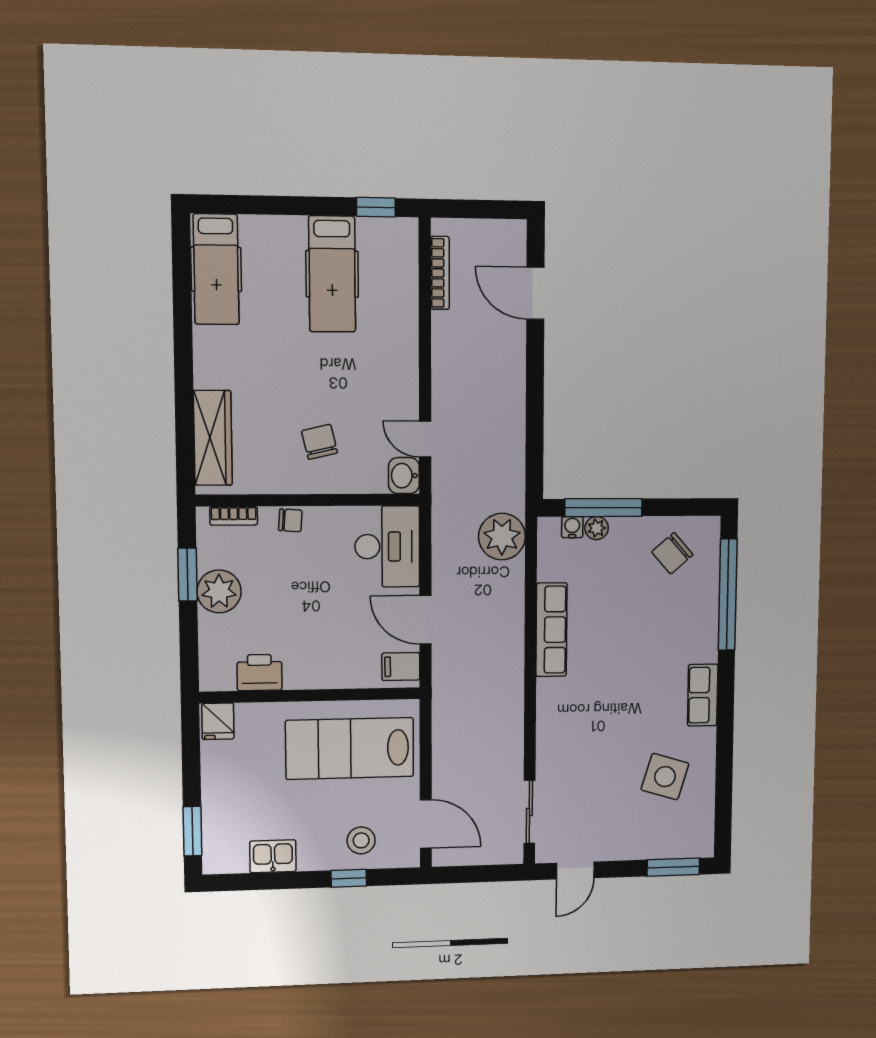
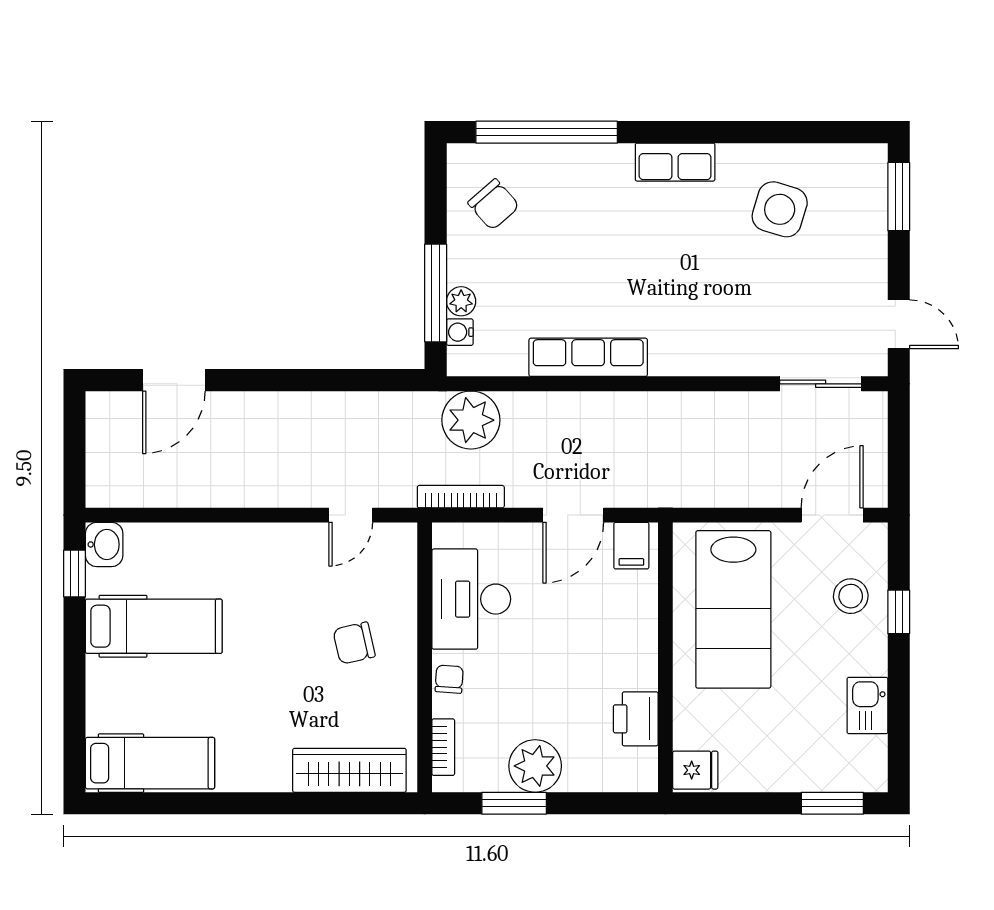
bookcase: (440, 273) -> (461, 497), moved
washbasin: (404, 476) -> (104, 544), moved, turned -90
desk: (387, 546) -> (471, 599), moved, turned -90

